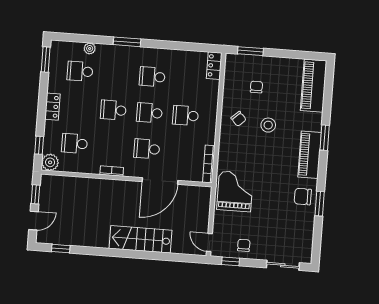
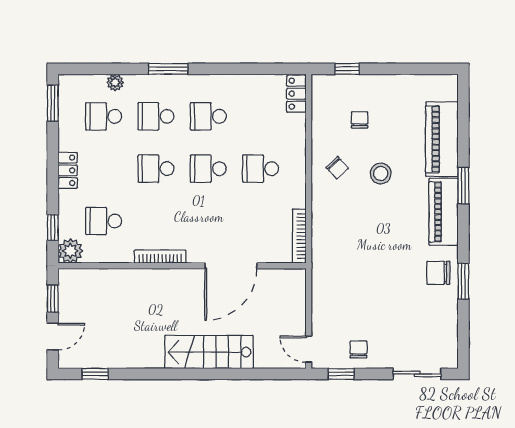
window: (250, 51) -> (347, 69), width x0.67
piano: (314, 86) -> (442, 139), moved
school desk: (147, 149) -> (156, 116), moved
bookcase: (112, 171) -> (160, 257), width x1.56
grand piano: (235, 191) -> (340, 273), removed

